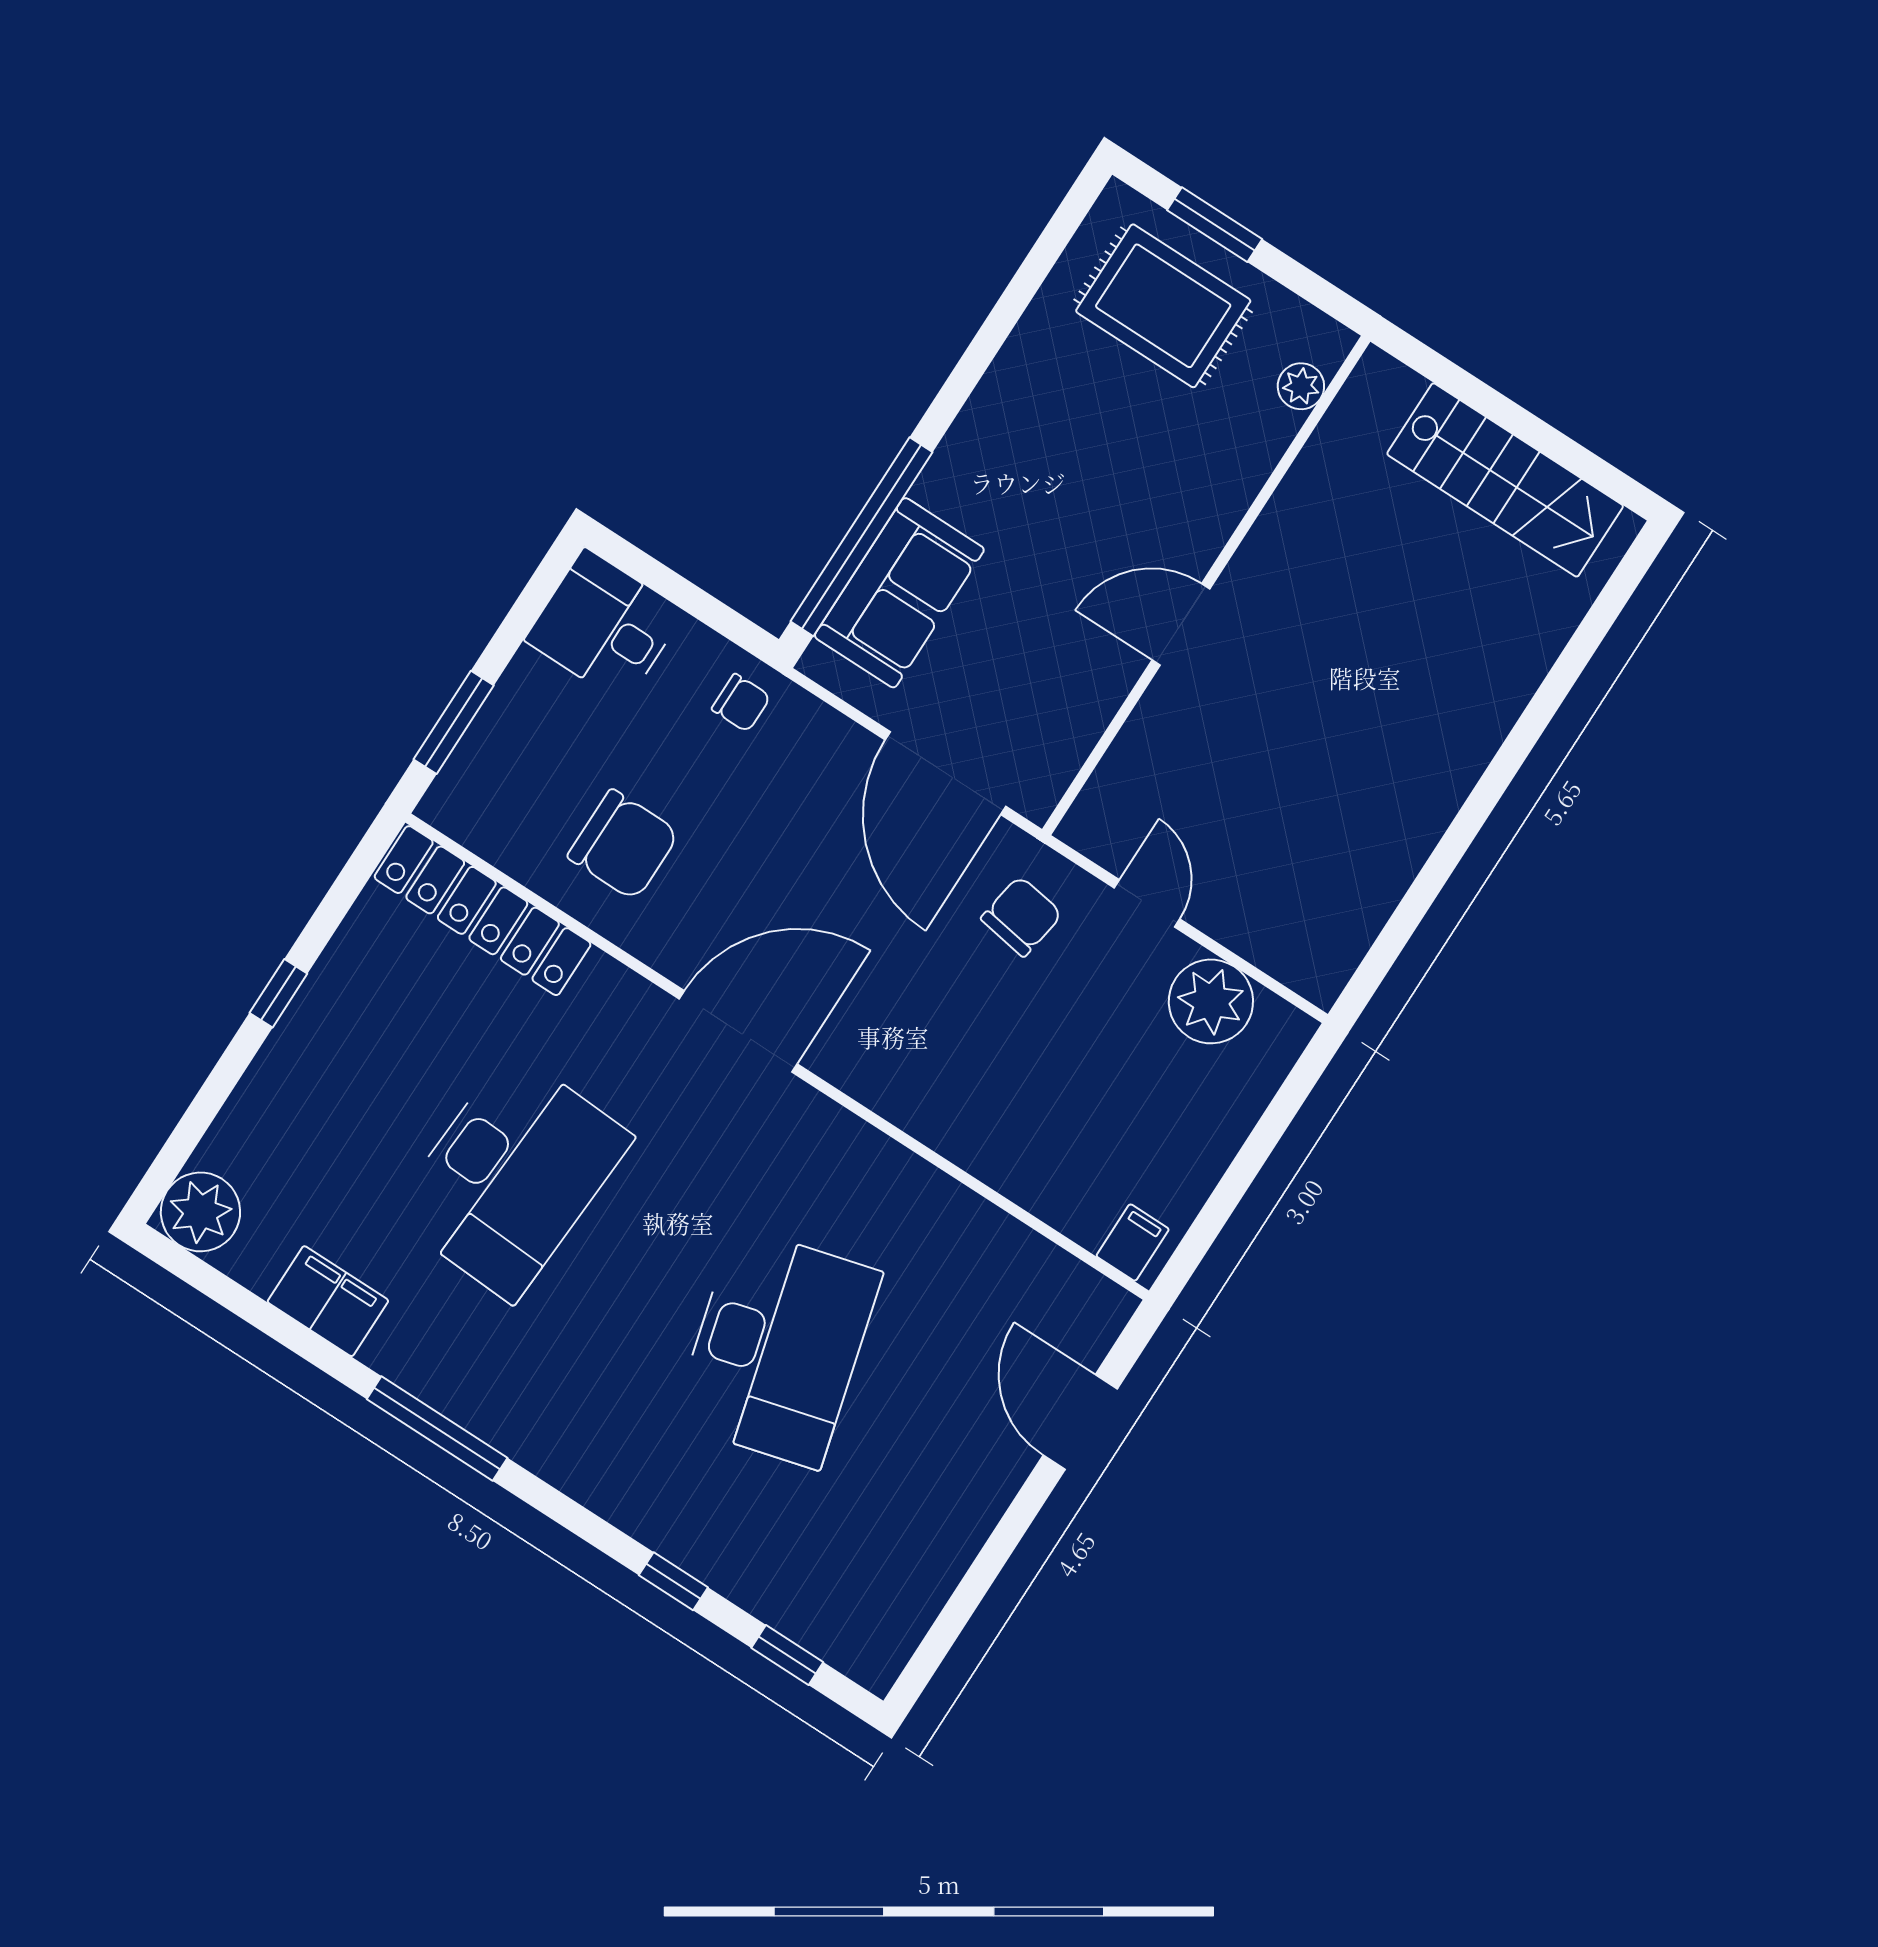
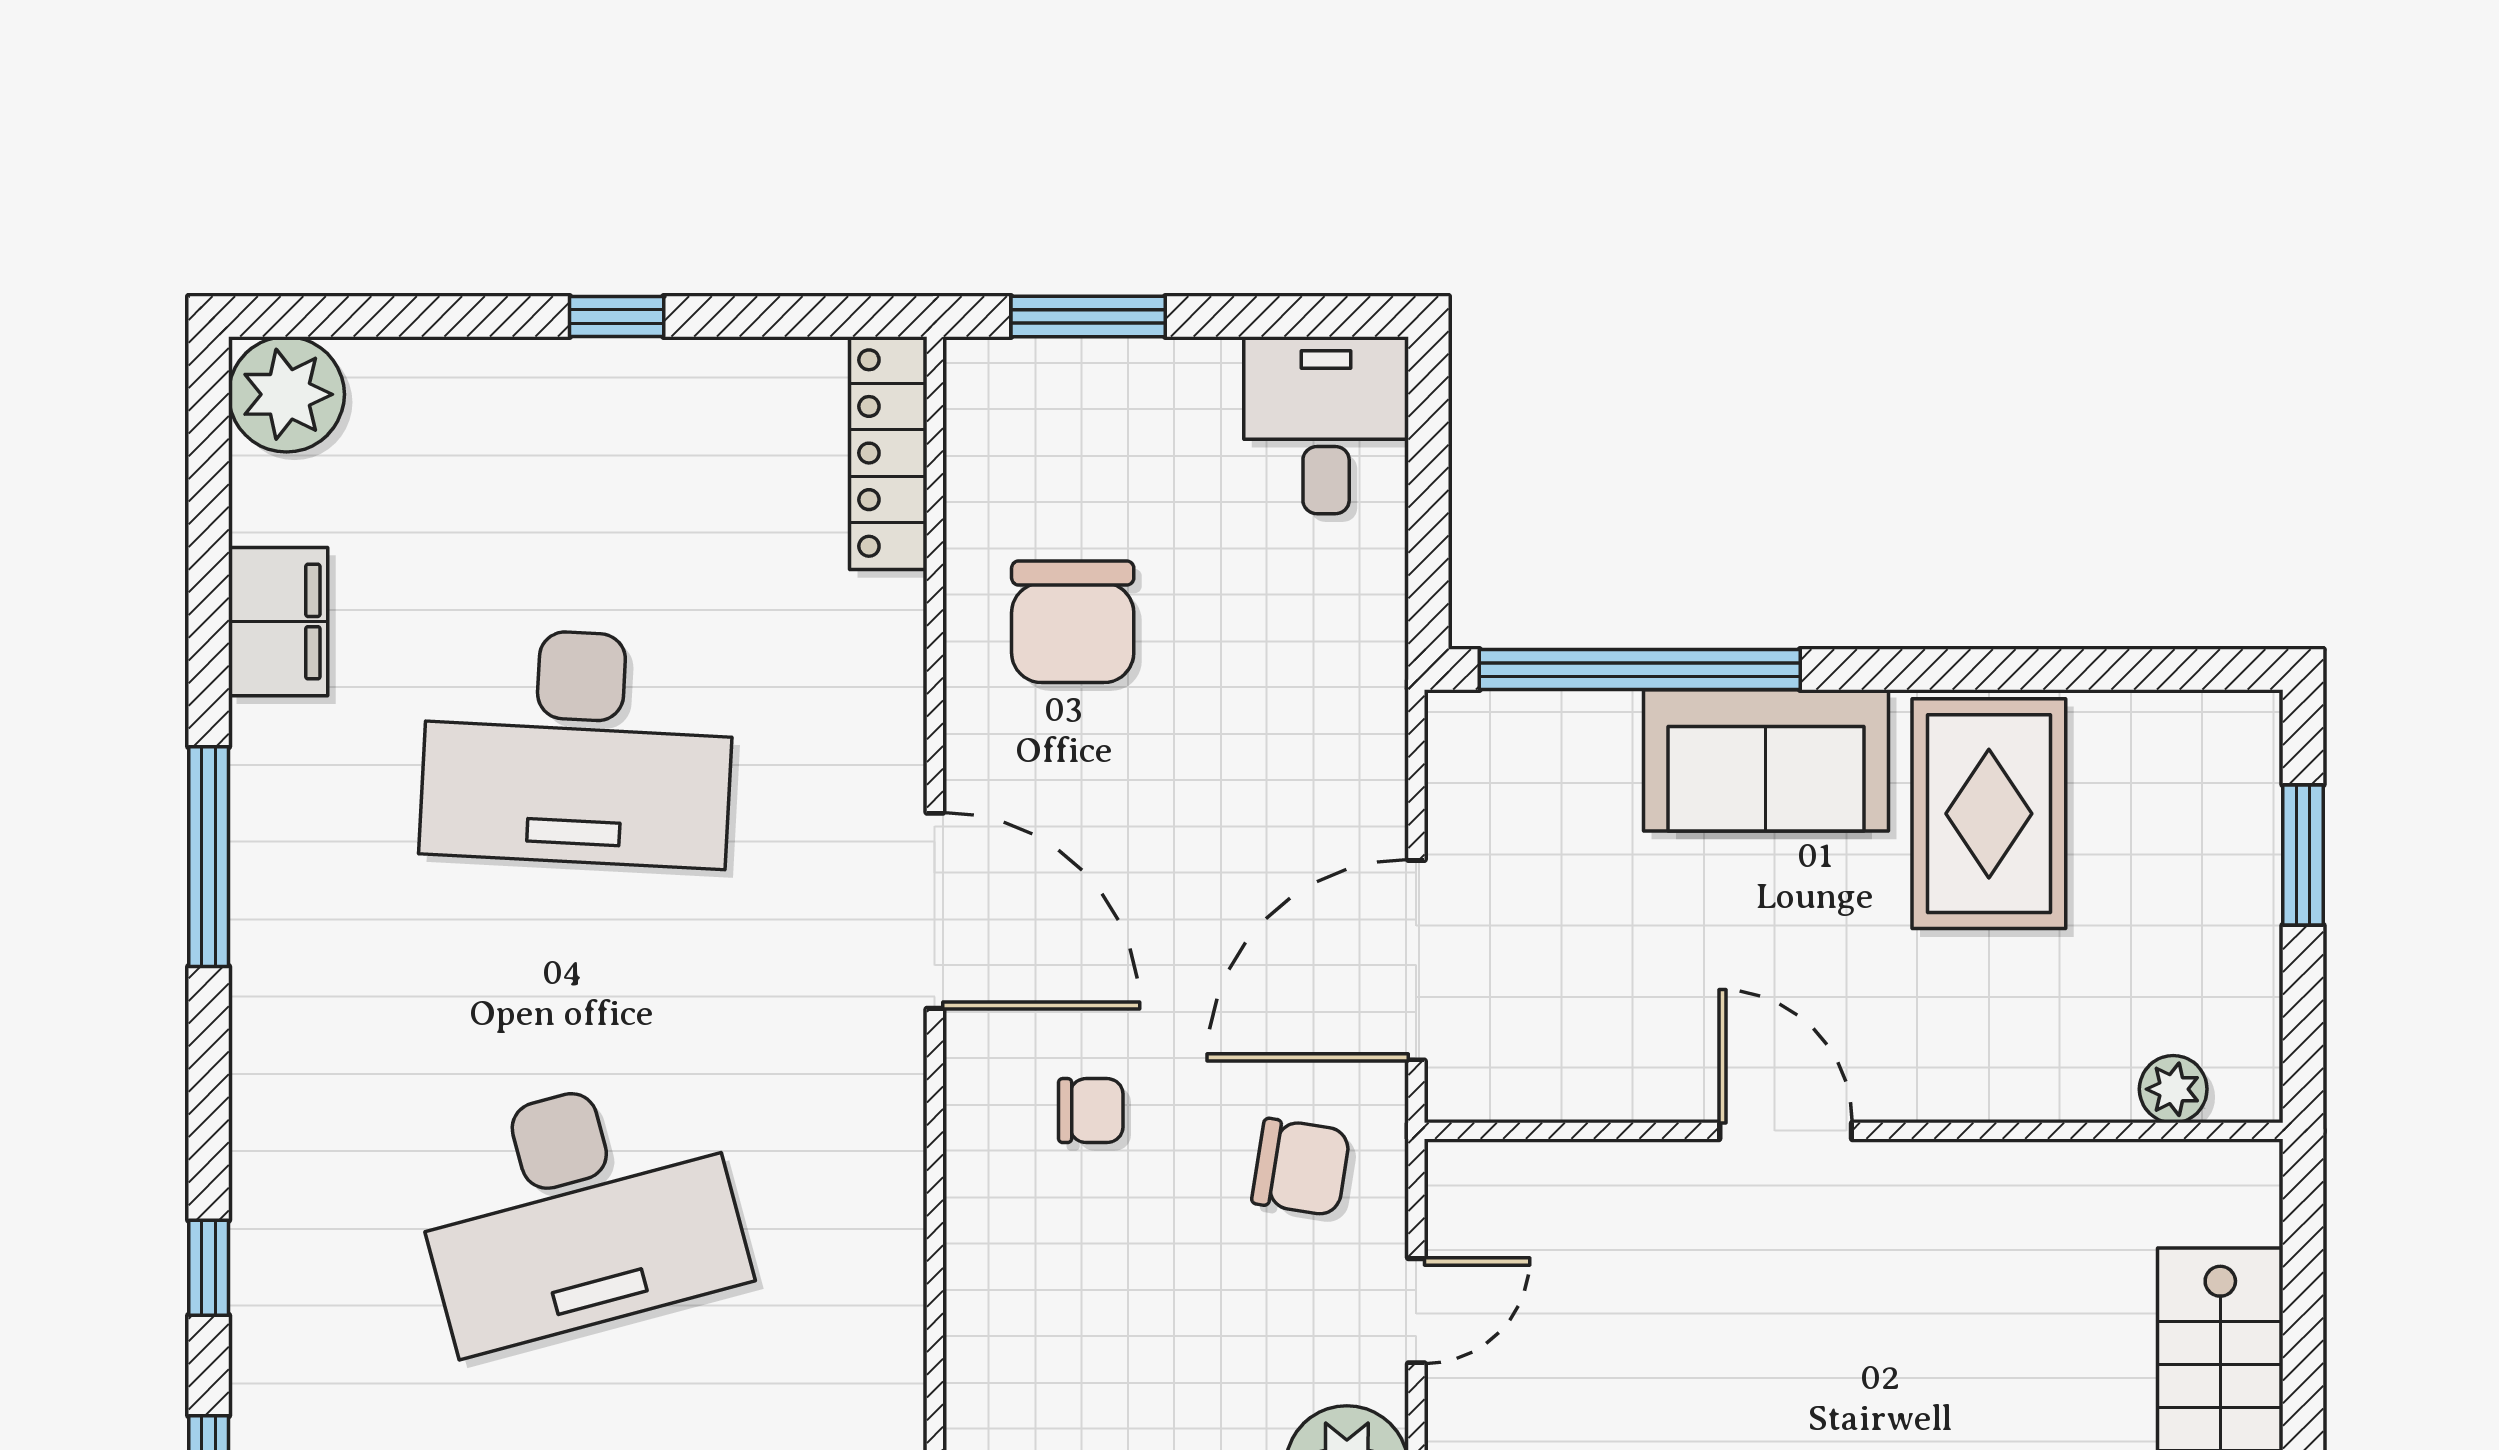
rug: (1163, 306) -> (1989, 814), moved
sofa: (899, 593) -> (1766, 760), moved
chair: (741, 703) -> (1091, 1111), moved, turned -90
locker: (483, 911) -> (888, 453), width x0.71, depth x0.83

